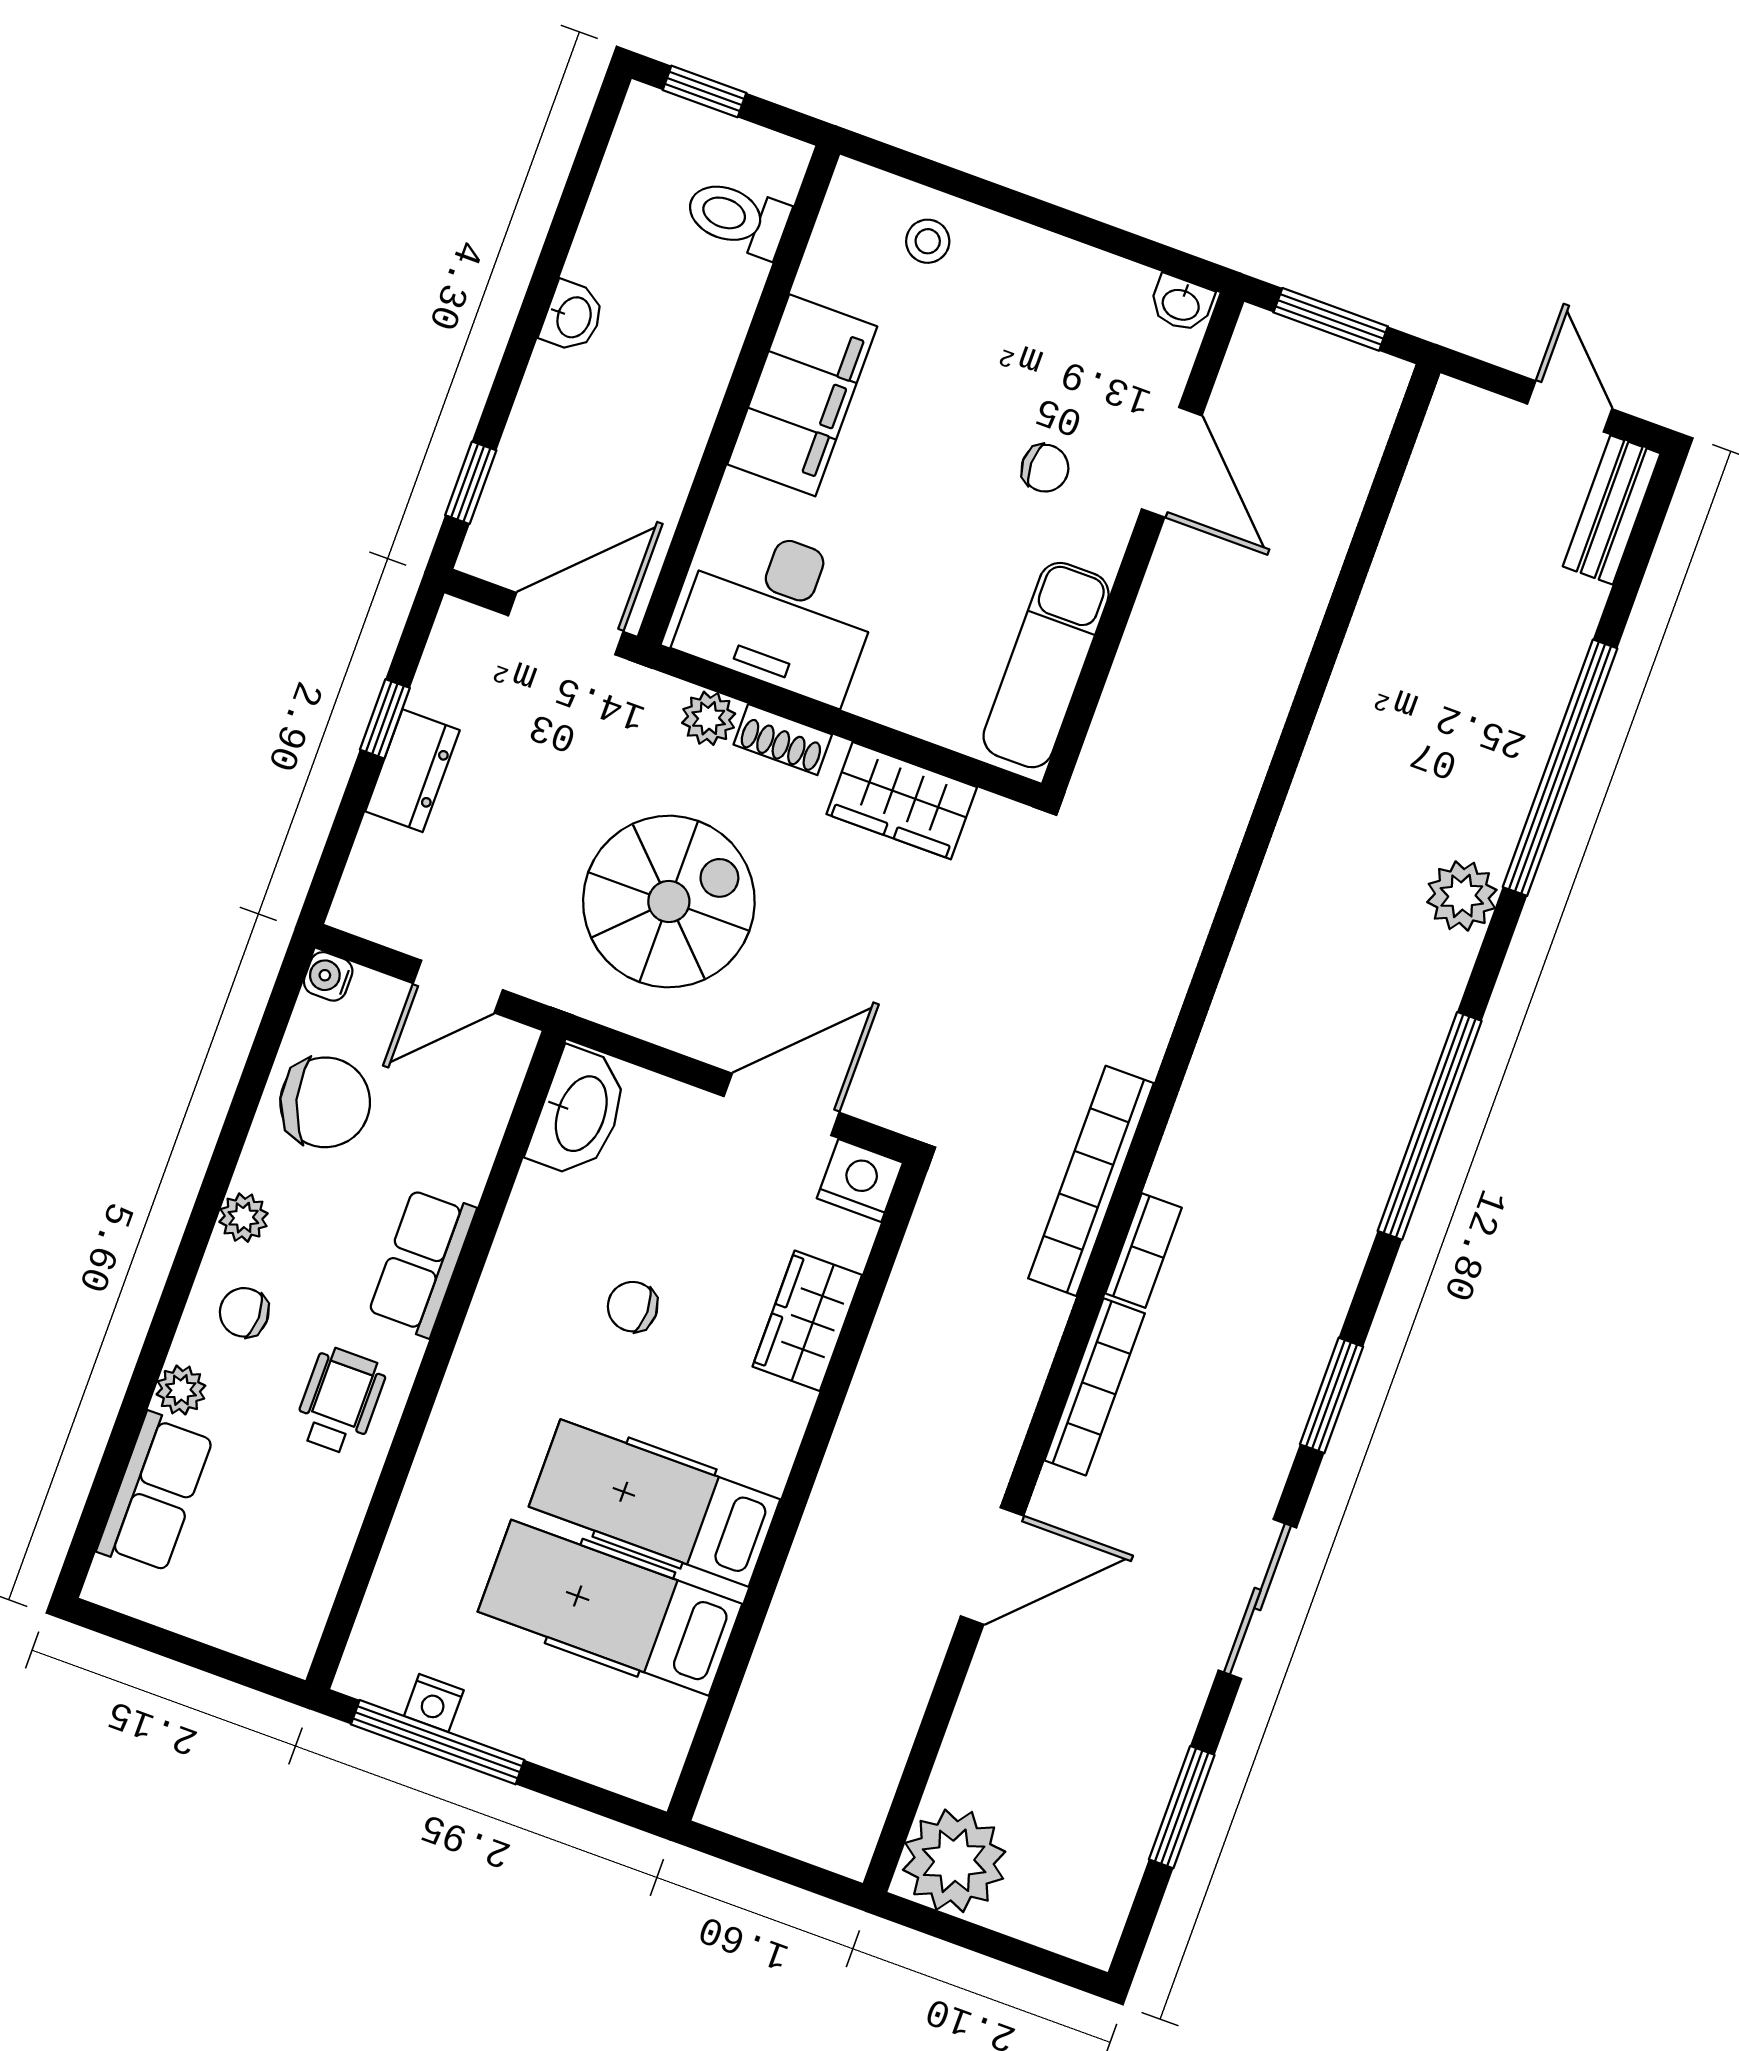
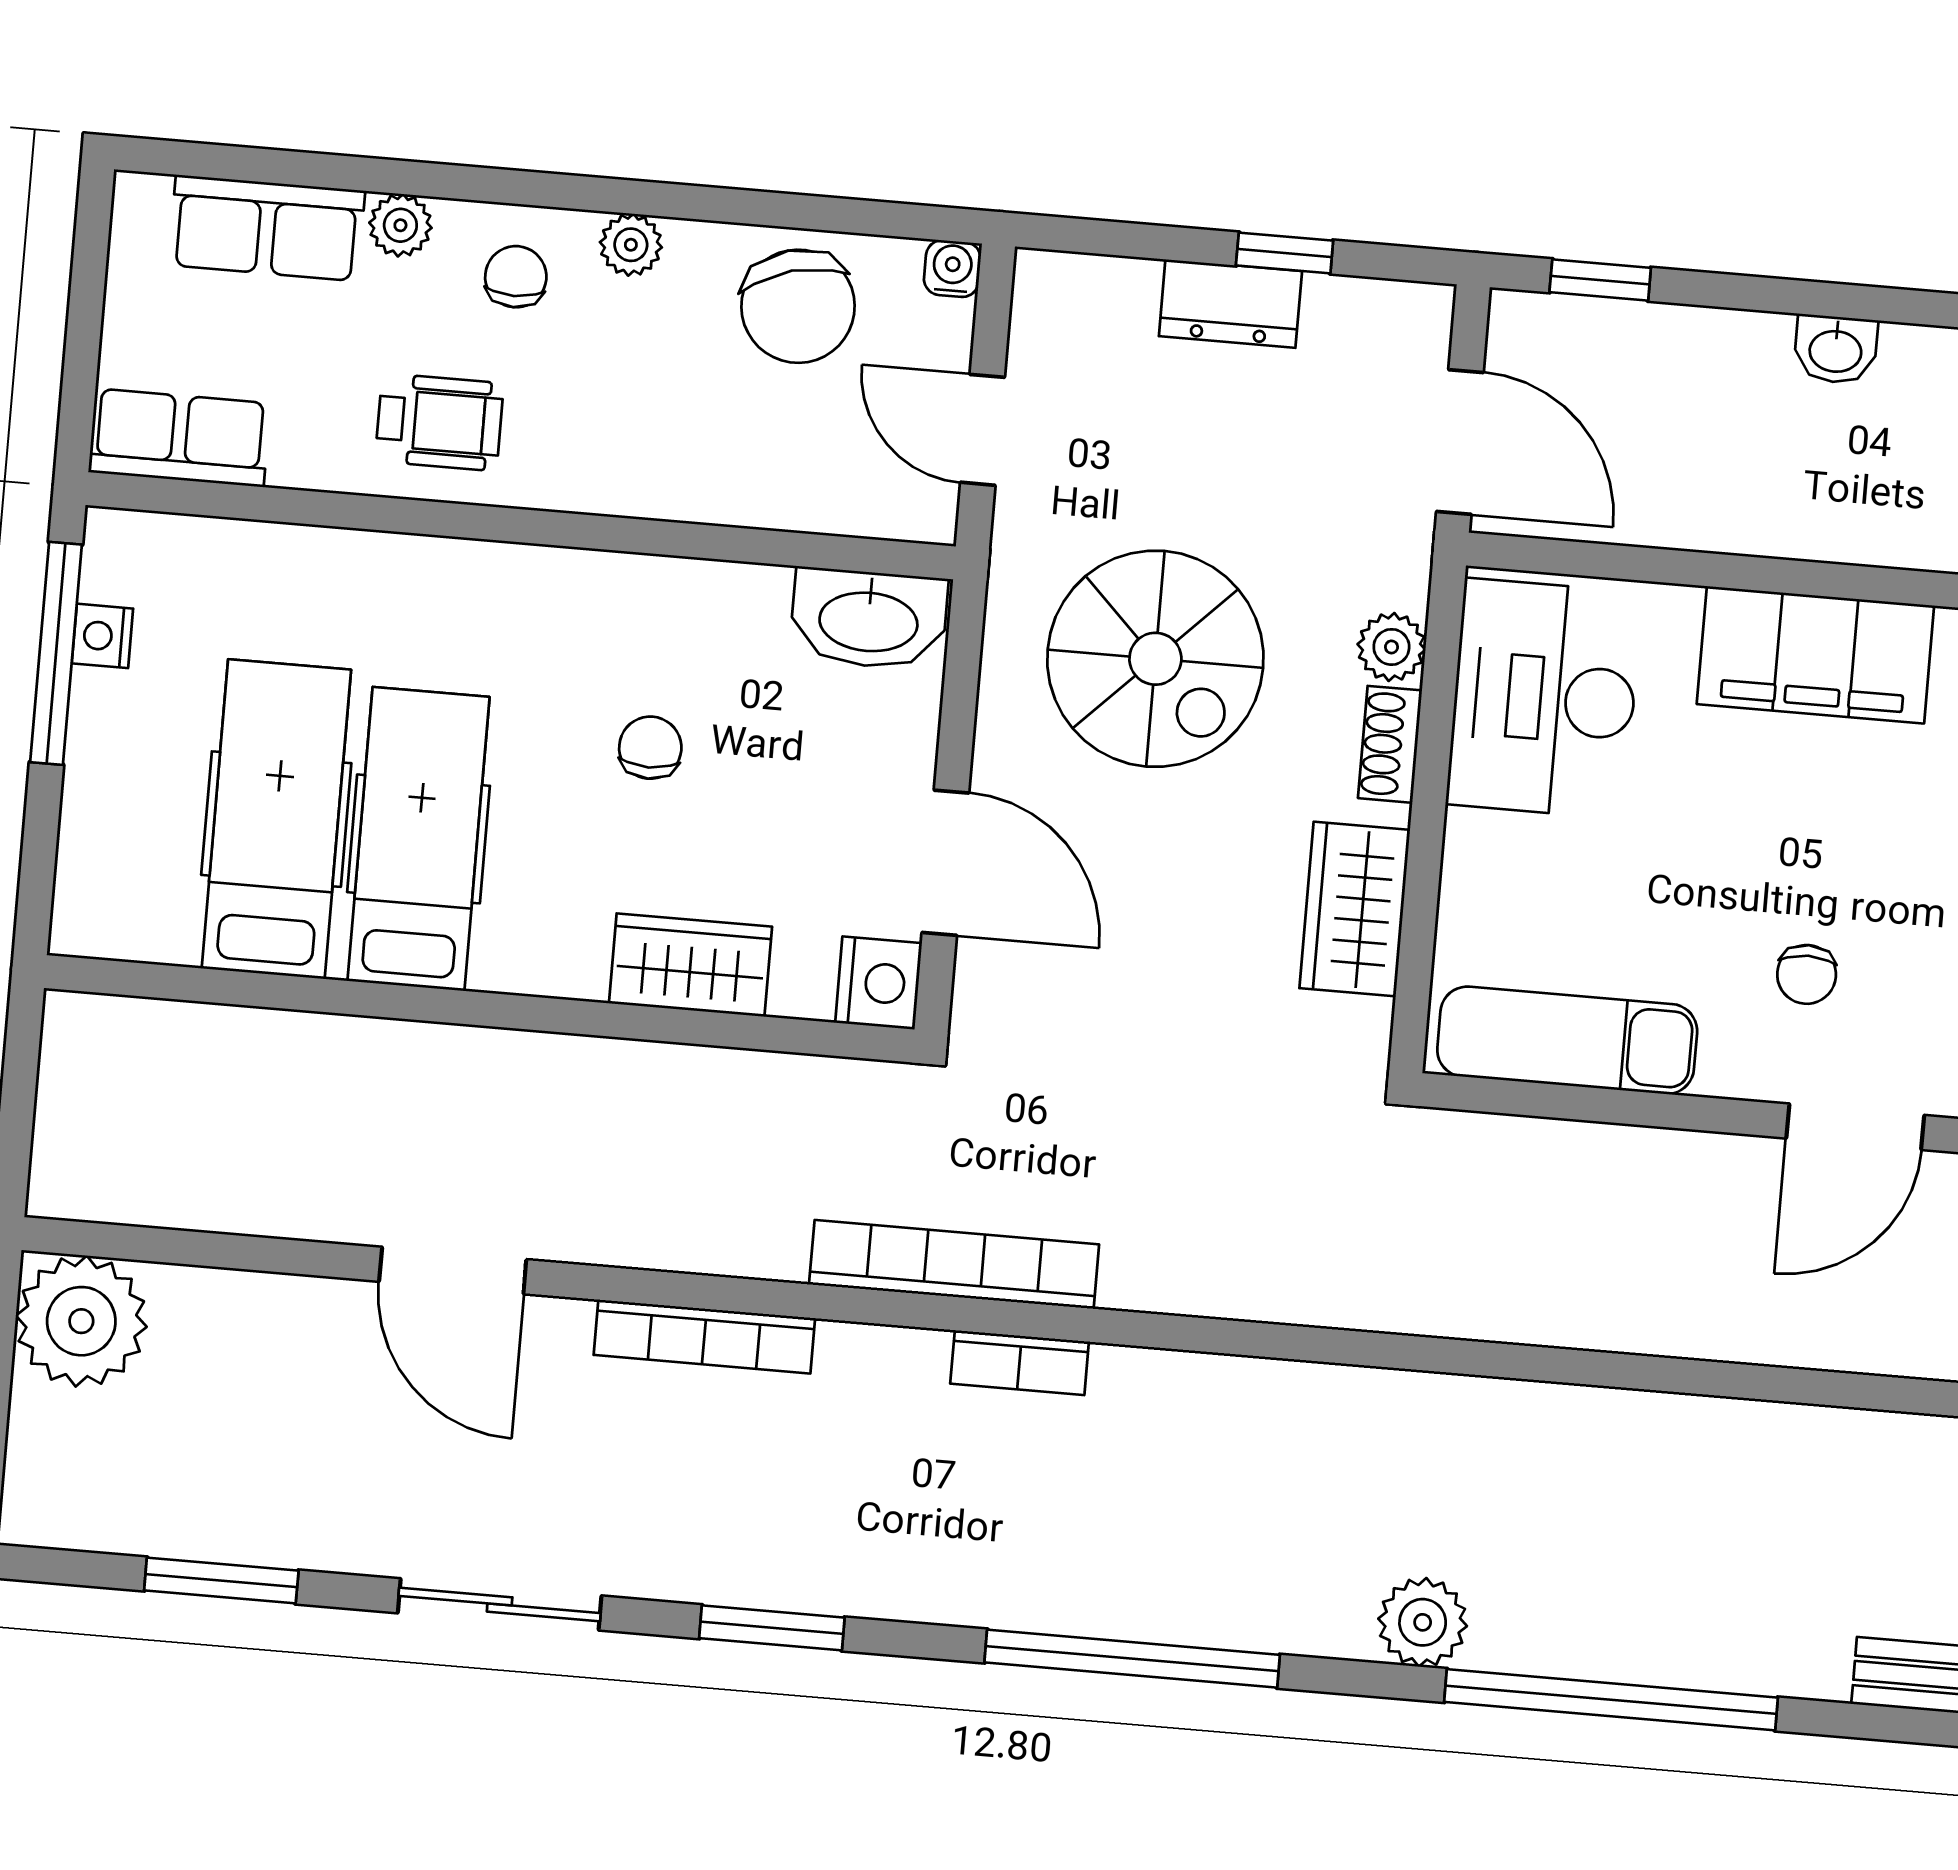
bookcase: (1143, 1250) -> (1020, 1363), moved
row of seats: (422, 1262) -> (179, 438), moved

